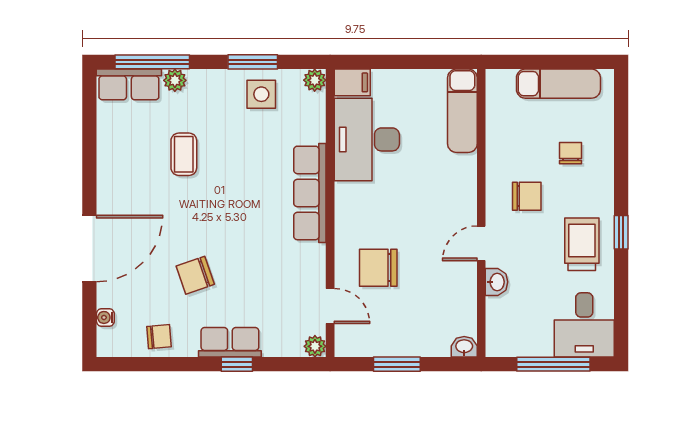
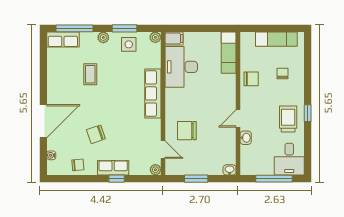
plant: (175, 80) -> (103, 37), moved
chair: (527, 196) -> (251, 79), moved

